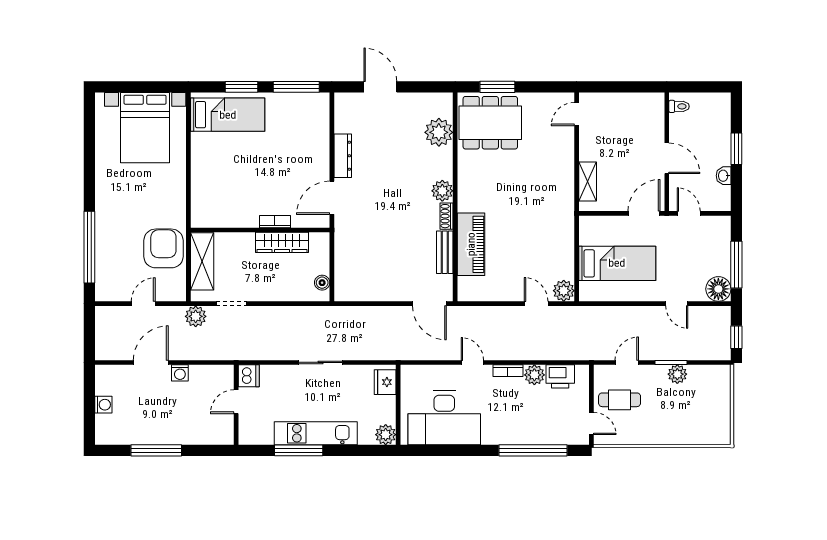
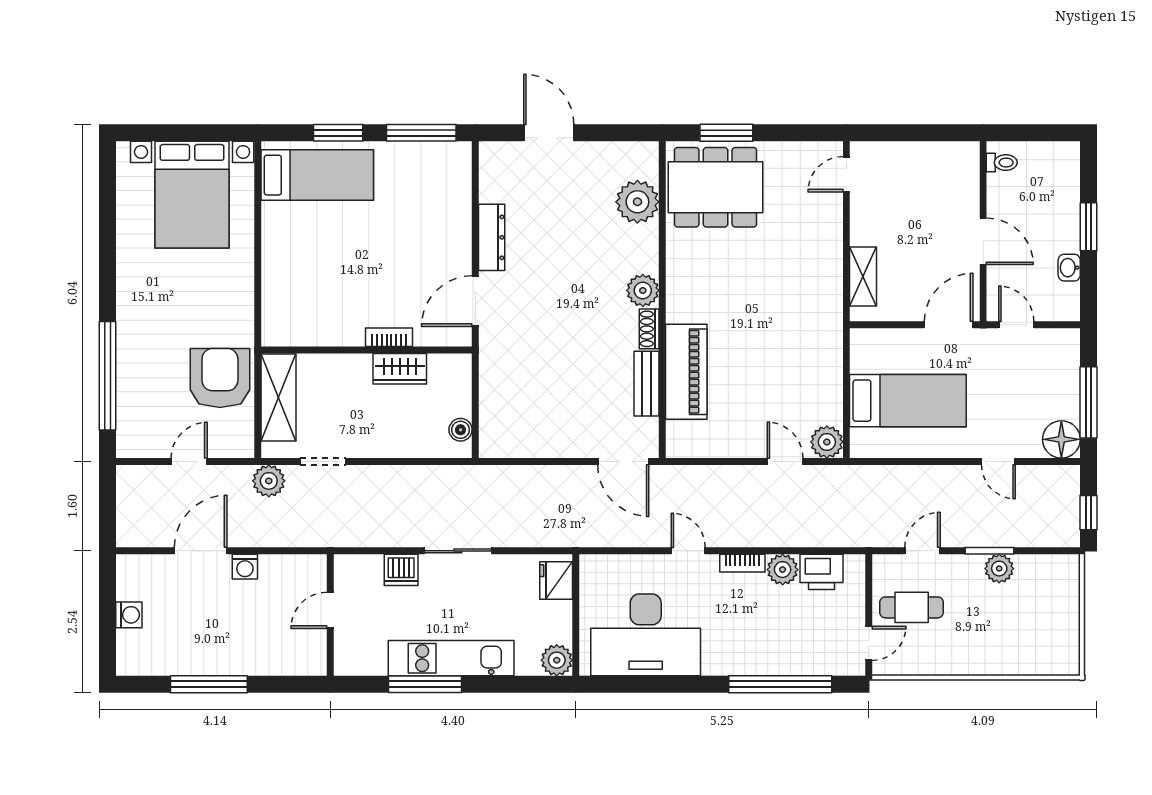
wardrobe: (282, 242) -> (400, 369), width x0.67
dishwasher: (249, 376) -> (401, 570), moved, turned 90
door: (591, 423) -> (869, 643), hinge flipped

